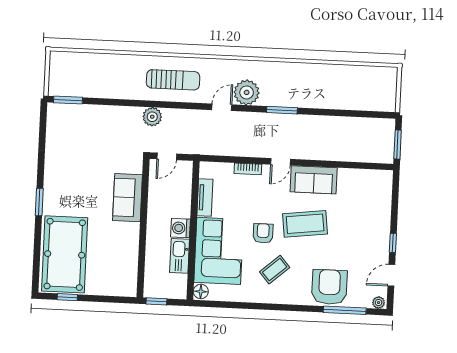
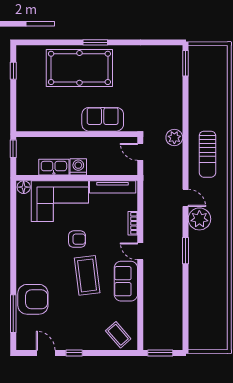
tv unit: (205, 198) -> (113, 187), width x1.41
pool table: (65, 254) -> (79, 68), moved
coffee table: (275, 270) -> (118, 335), moved
plant: (379, 303) -> (21, 343), removed

